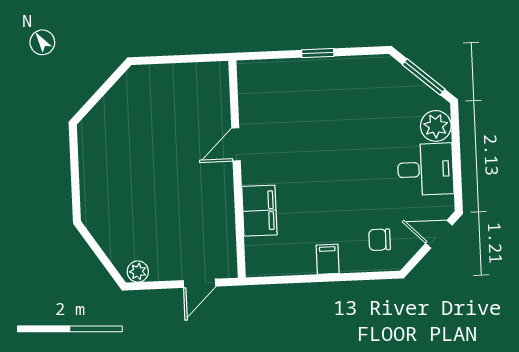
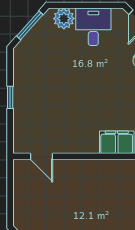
door: (236, 144) -> (42, 156), moved

